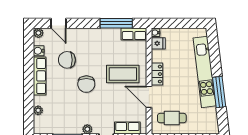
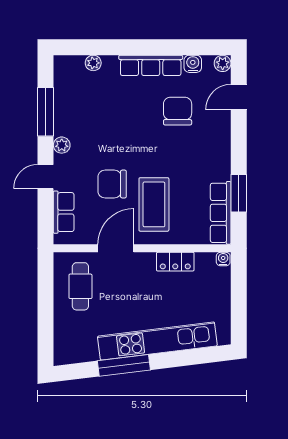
window: (116, 23) -> (239, 193), width x0.69
row of seats: (134, 34) -> (221, 213), width x1.48
fridge: (158, 43) -> (205, 264), removed
locker: (157, 74) -> (175, 262), moved
chair: (86, 84) -> (112, 184), moved

